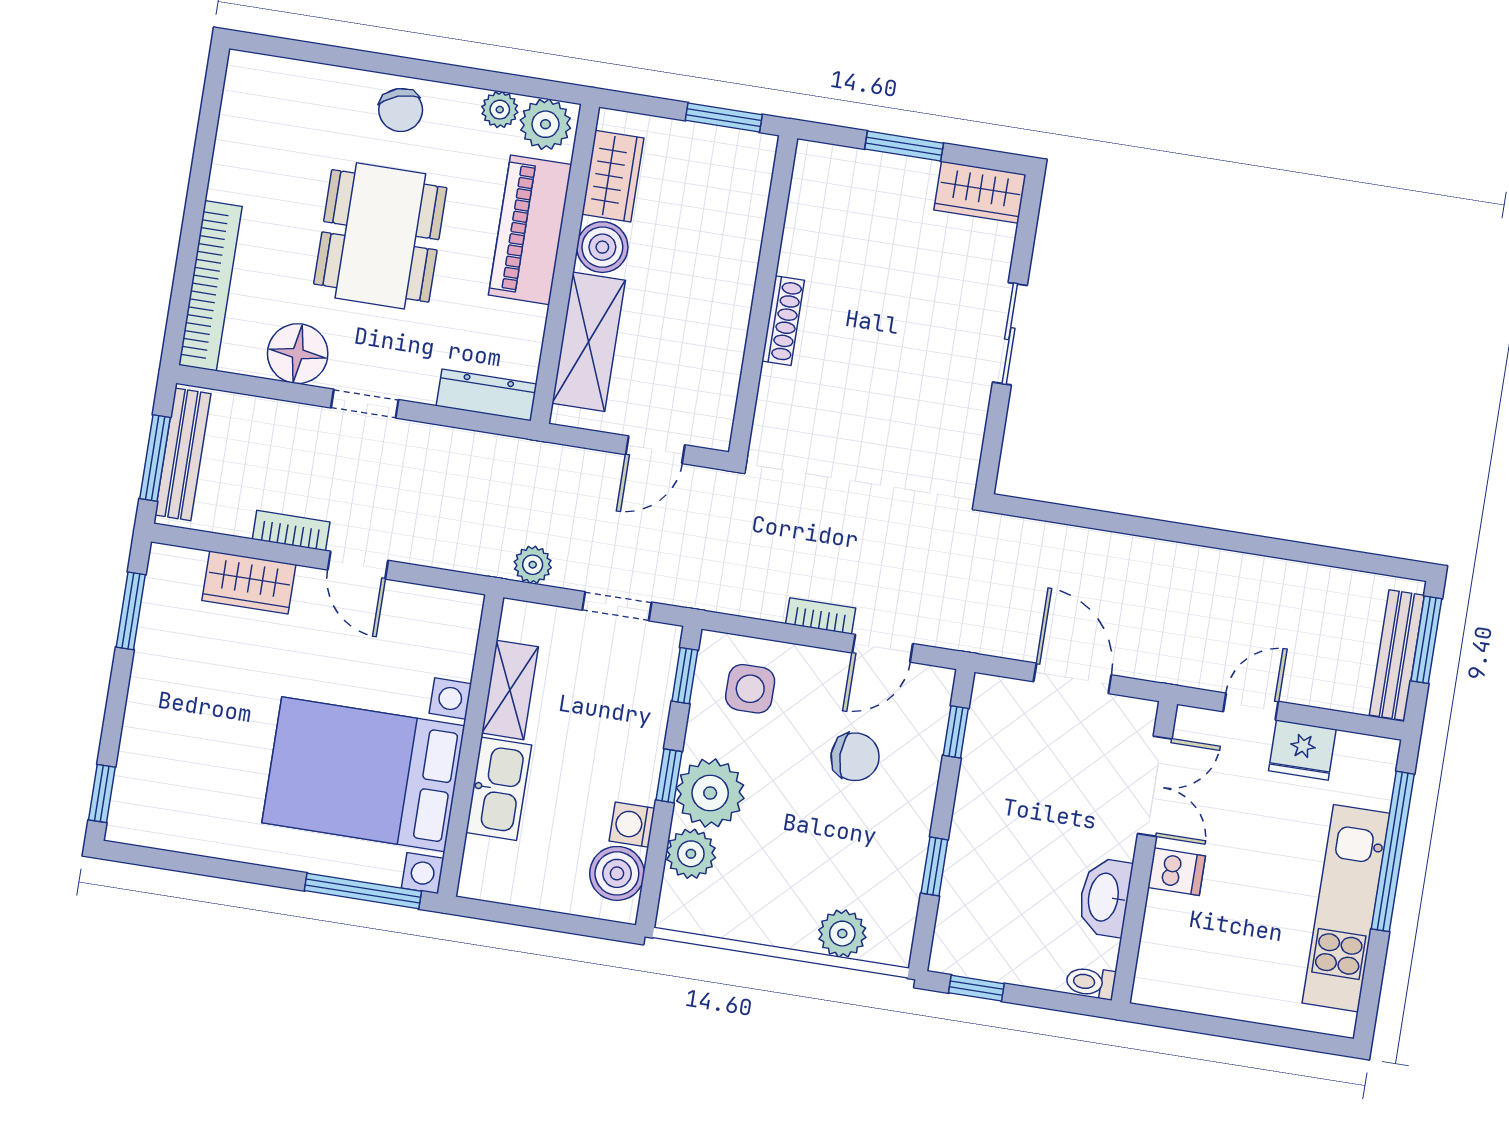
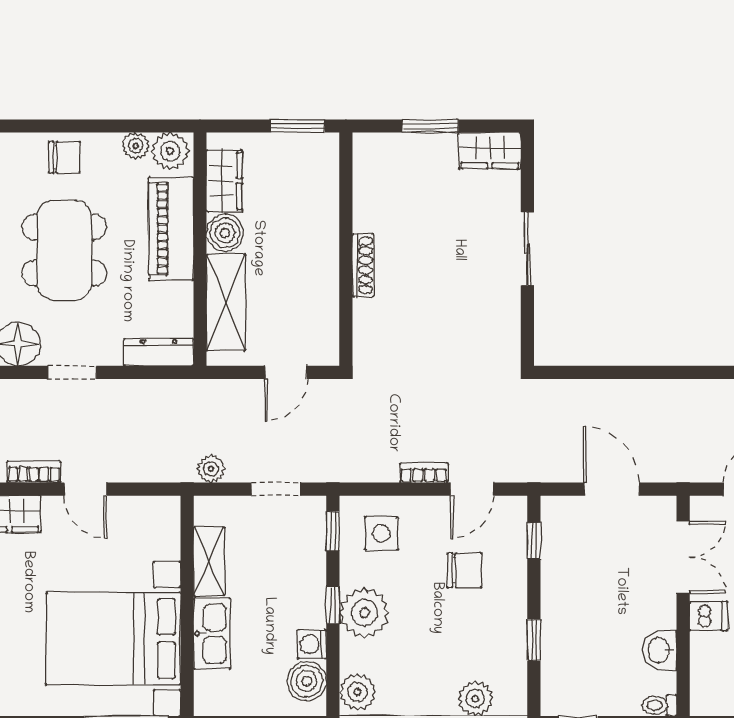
chair: (401, 110) -> (64, 157), turned -72
plant: (691, 854) -> (358, 692), moved
washbasin: (1105, 897) -> (660, 650), width x0.72

